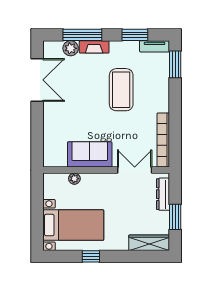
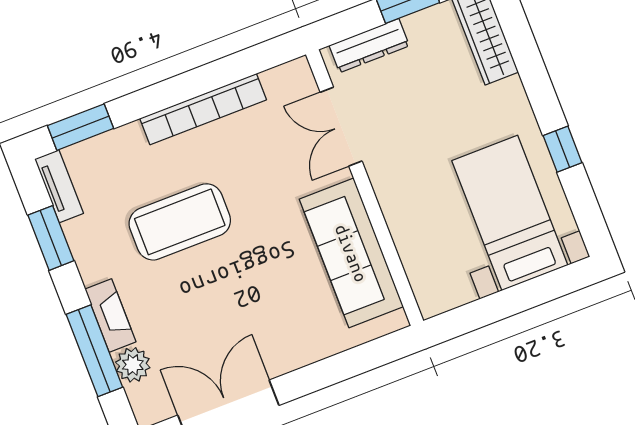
bookcase: (163, 140) -> (203, 109), moved
sofa: (90, 154) -> (351, 253), width x1.36
plant: (74, 179) -> (409, 249), removed

